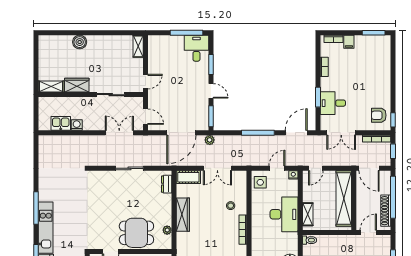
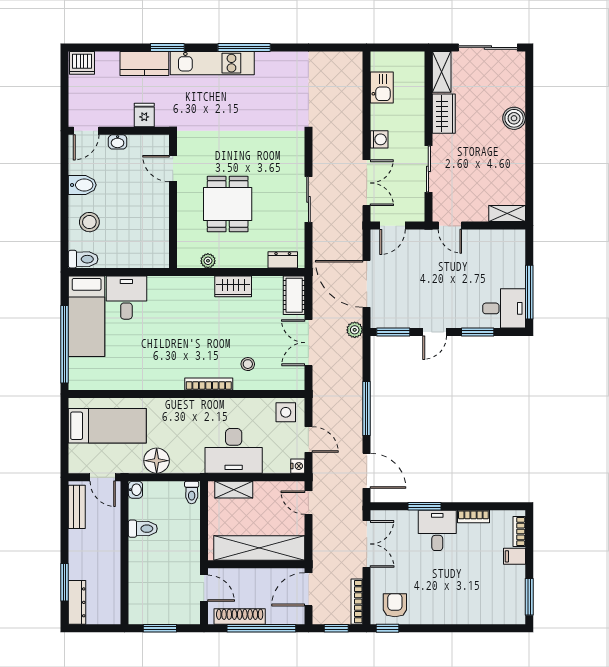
sliding door: (36, 58) -> (488, 47), added
desk: (333, 103) -> (437, 530), moved
washing machine: (77, 125) -> (379, 139), moved
double door: (341, 133) -> (367, 544), swing flipped
wardrobe: (183, 215) -> (233, 286), width x0.67
dining table: (136, 233) -> (228, 204), moved

